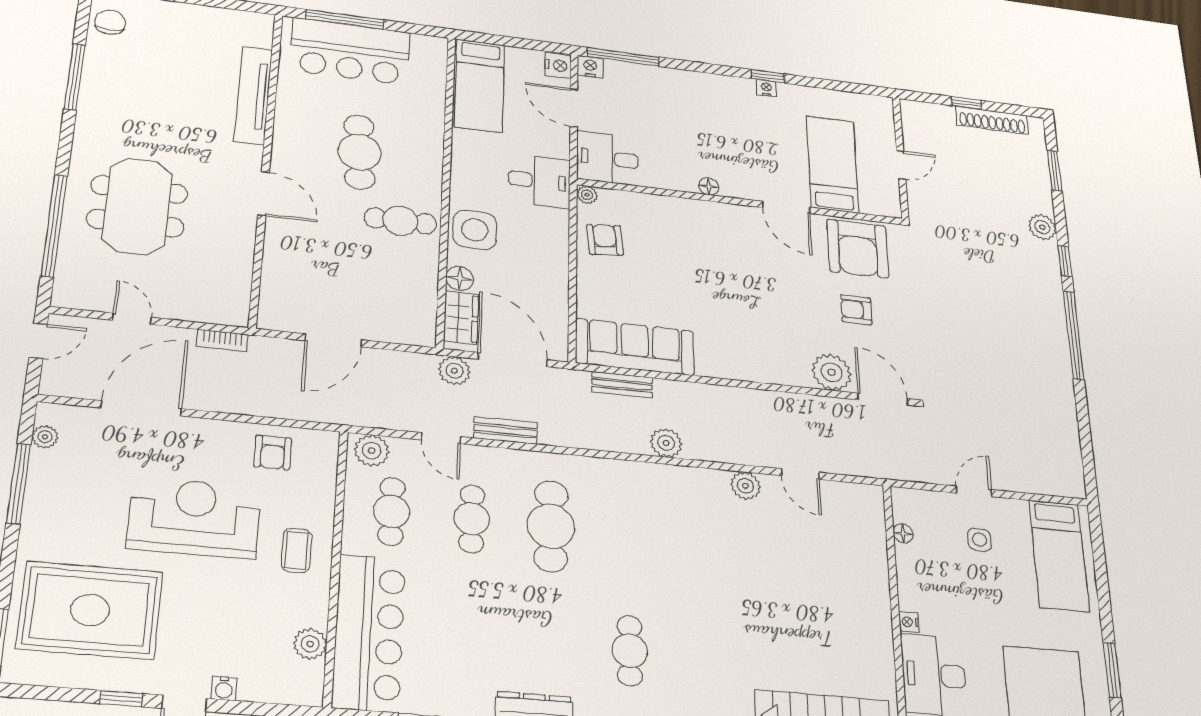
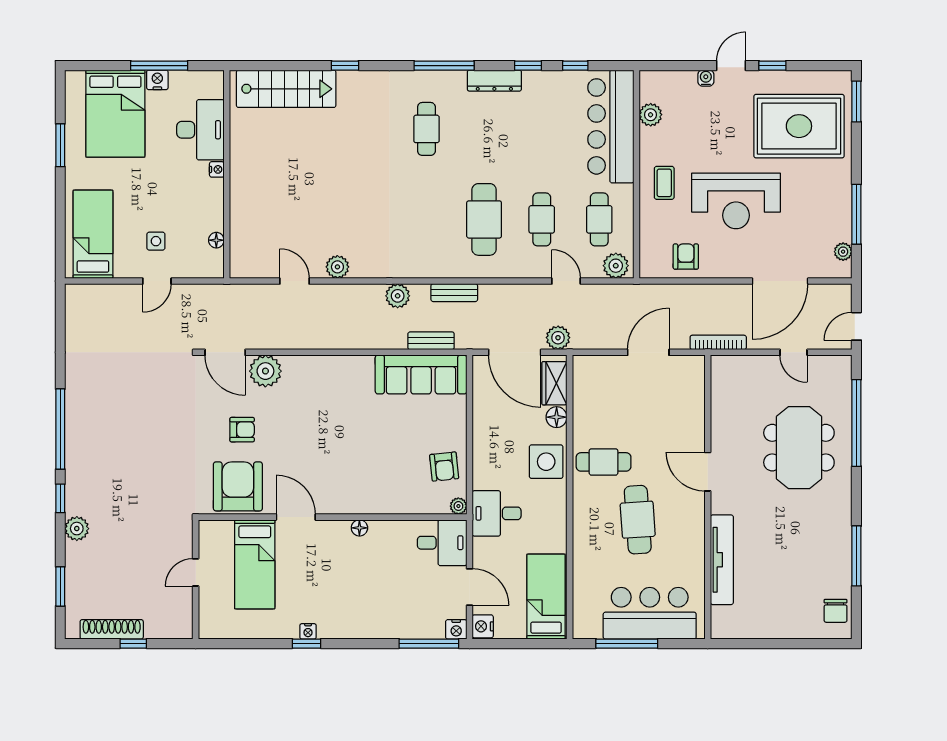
window: (345, 19) -> (627, 644), moved
bookcase: (222, 340) -> (718, 342), width x1.56
bench: (506, 430) -> (454, 293), moved

